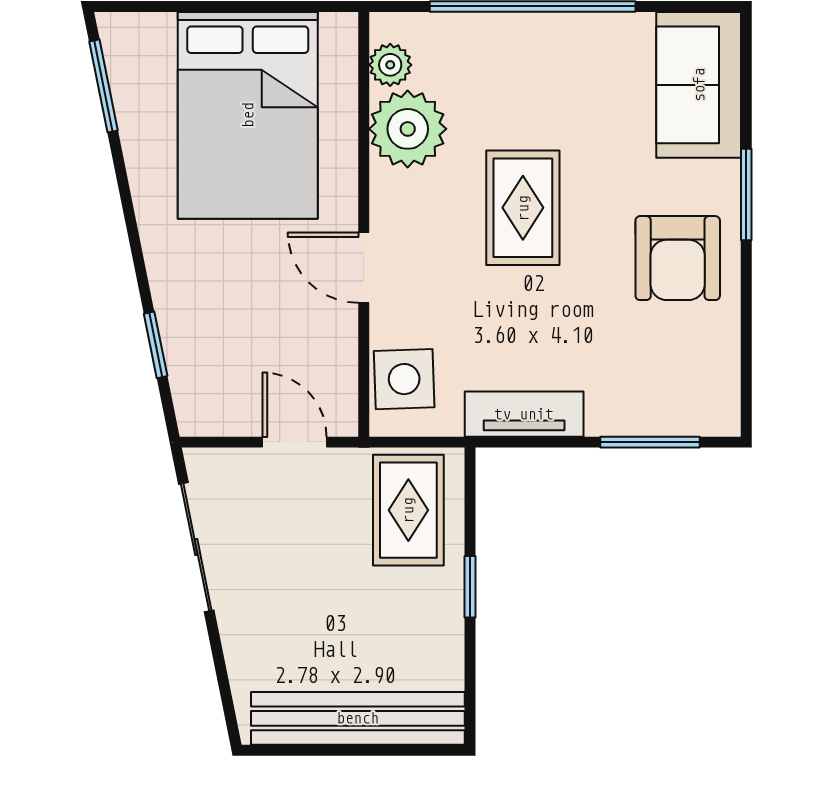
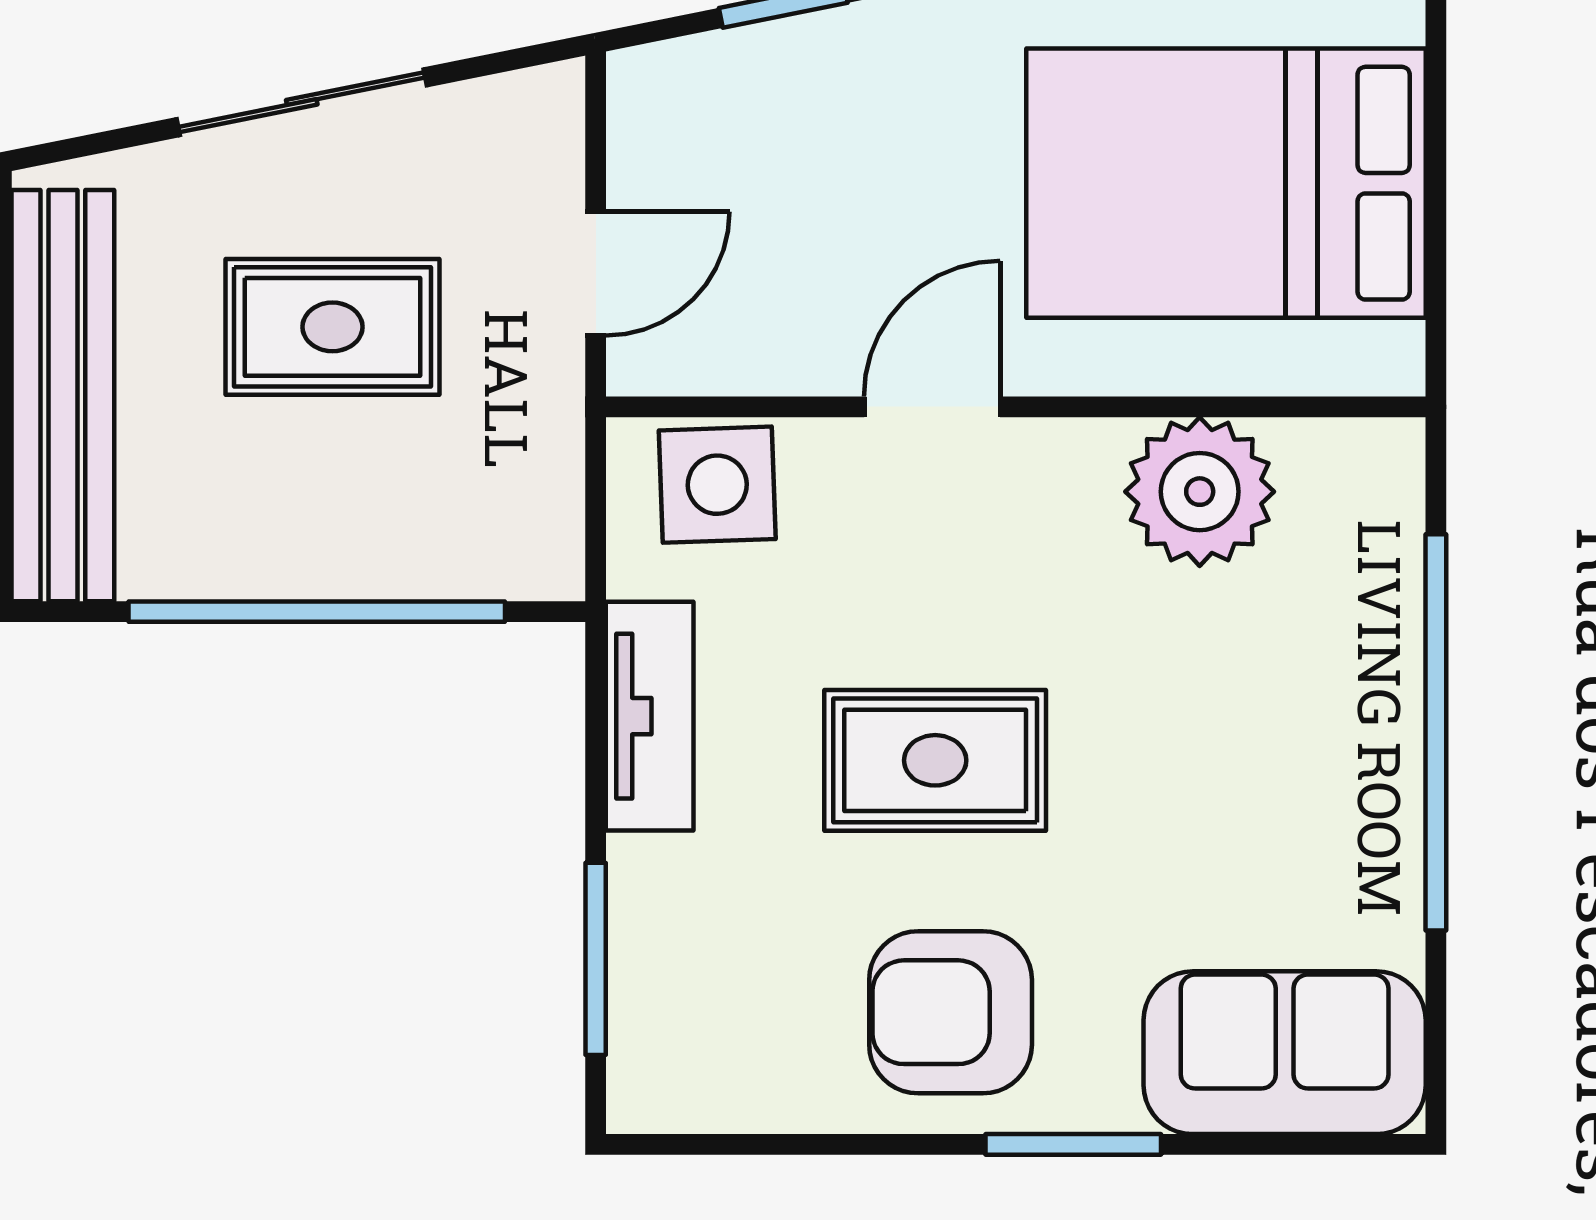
plant: (390, 65) -> (1323, 458), removed
rug: (523, 208) -> (935, 760), moved
rug: (408, 510) -> (332, 327), moved
sliding door: (196, 547) -> (302, 102), moved
window: (470, 587) -> (317, 612), width x3.17

